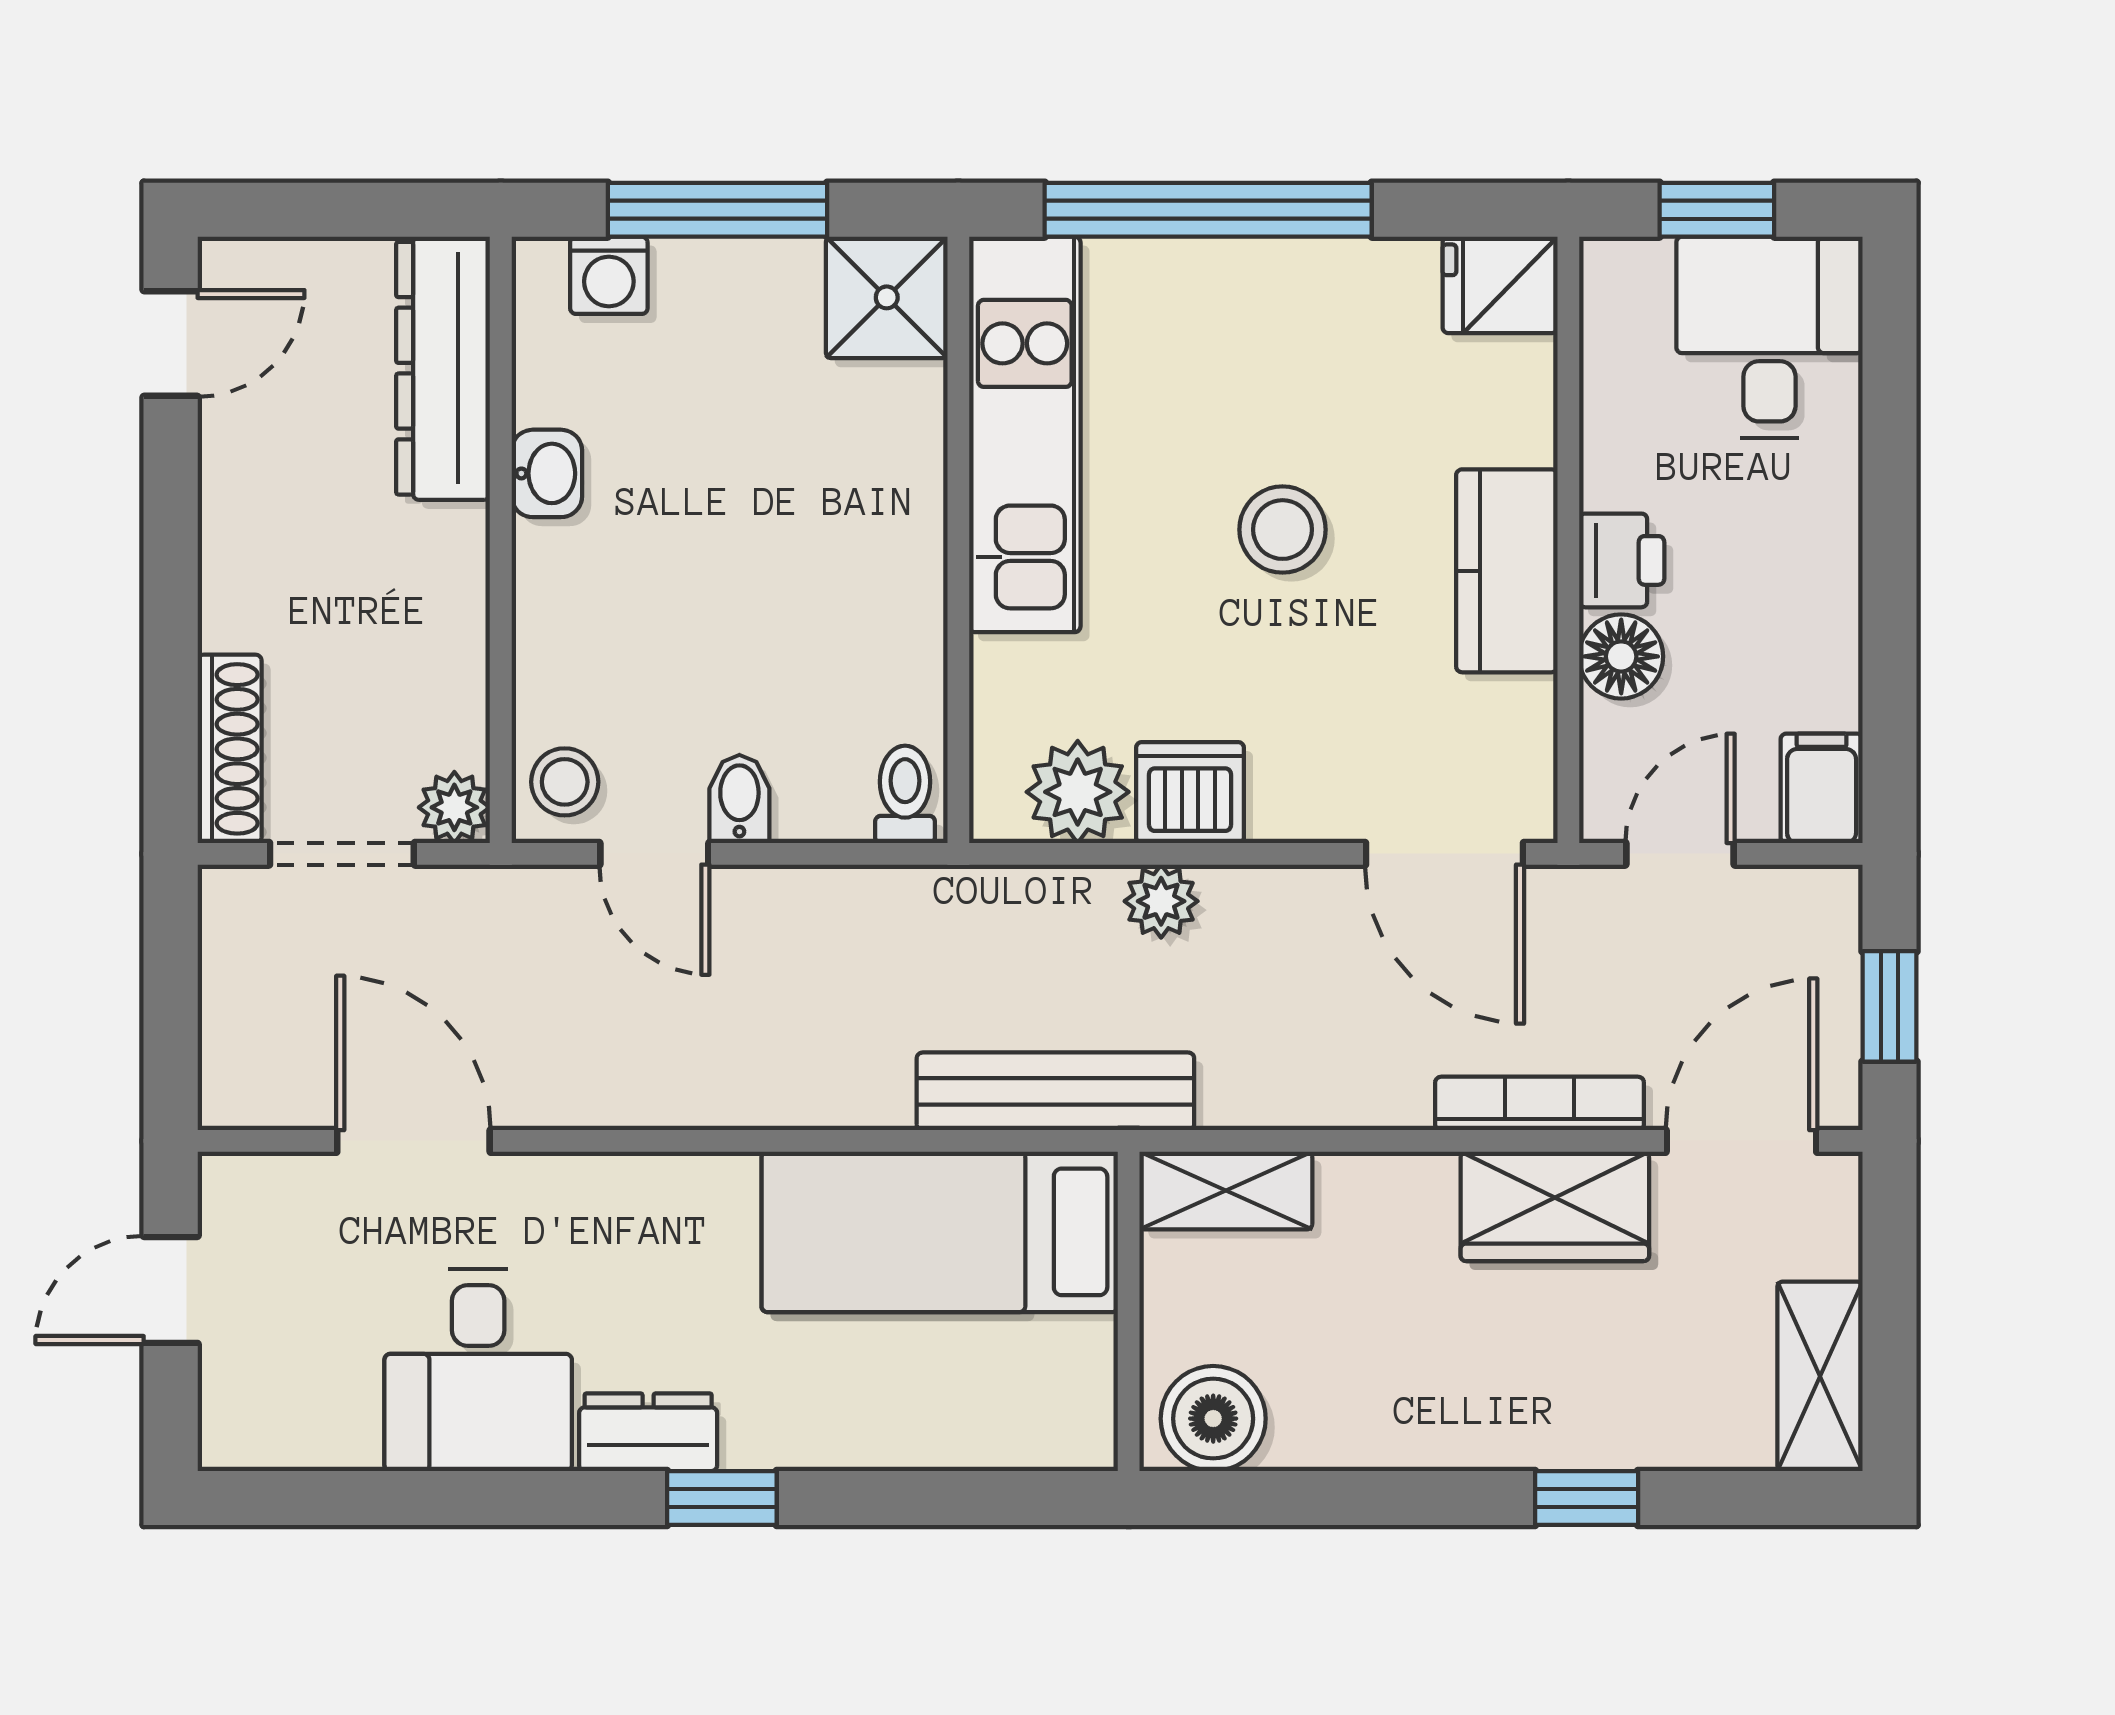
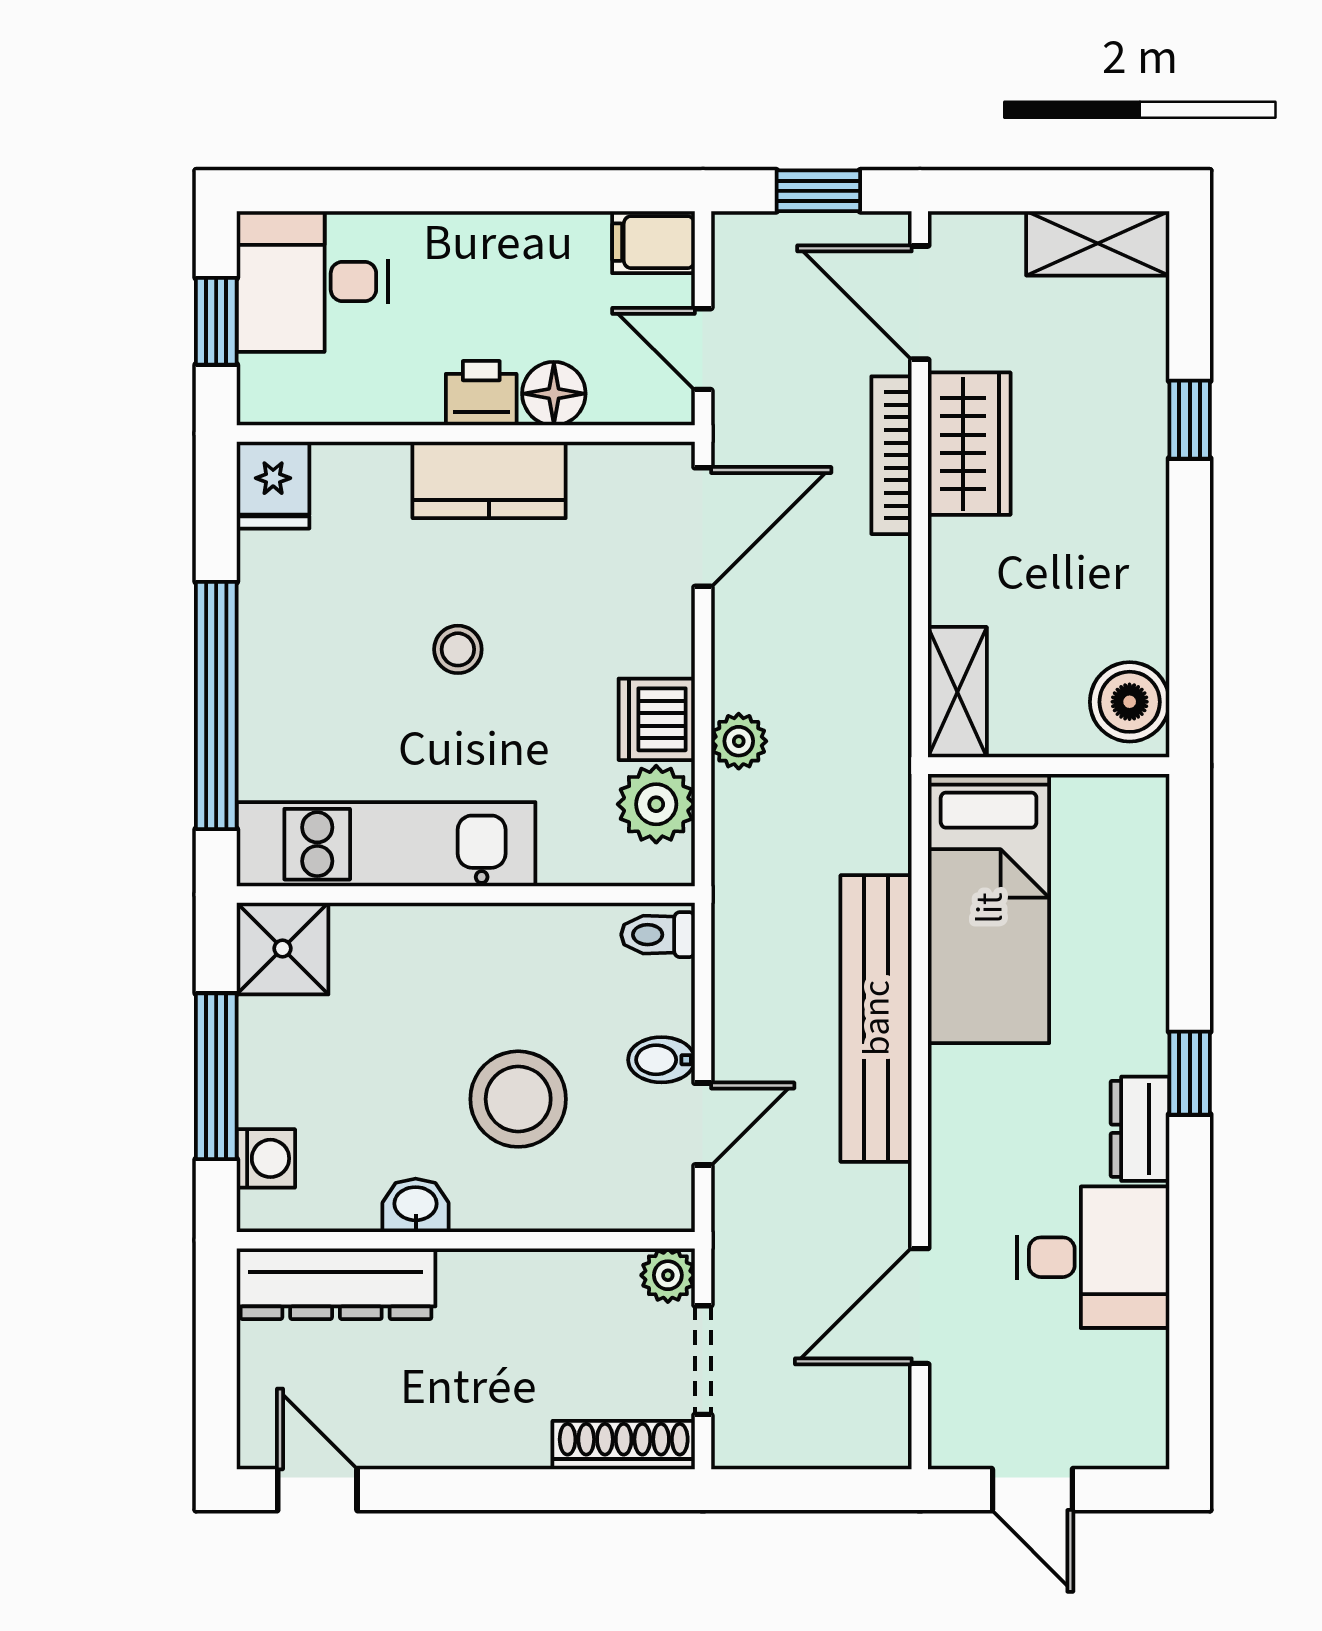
stool: (1283, 530) -> (458, 649), width x0.73, depth x0.73
stool: (565, 782) -> (518, 1099), moved, width x1.89, depth x1.89
bench: (1055, 1091) -> (876, 1018), moved, width x1.37, depth x1.21

